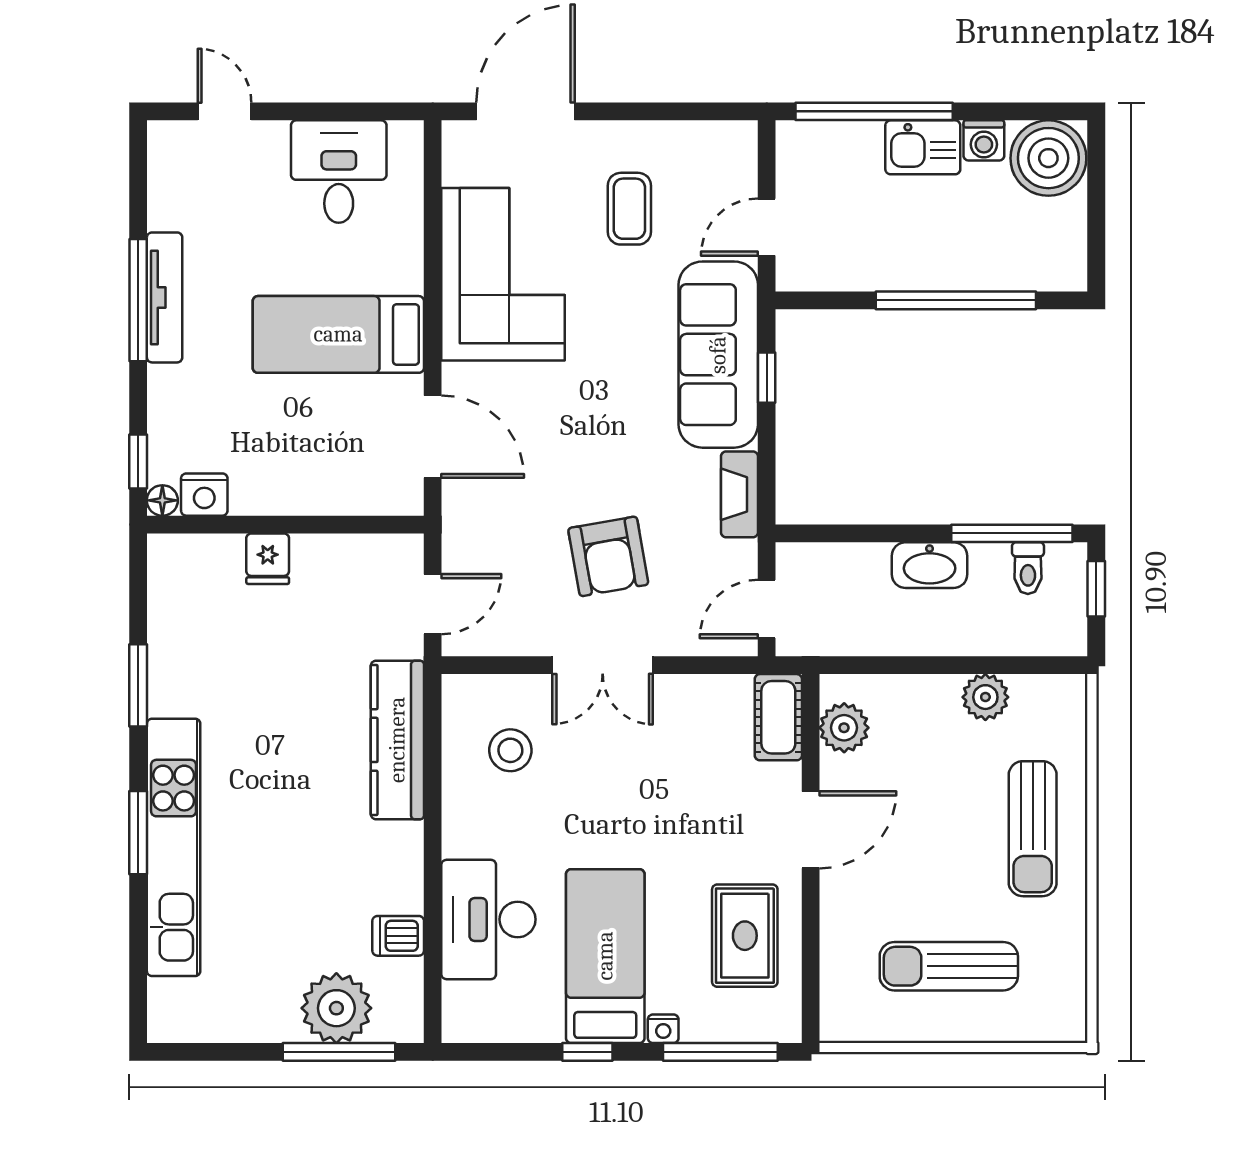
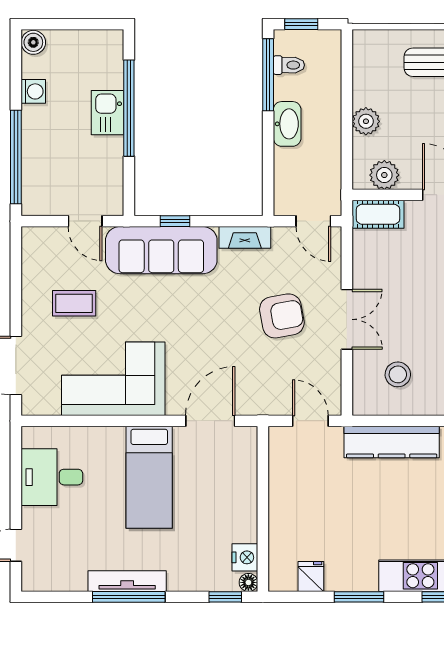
kitchen sink: (923, 147) -> (107, 113), moved, turned 180
boiler: (1048, 158) -> (33, 42), width x0.54, depth x0.54
fridge: (268, 559) -> (311, 576), moved, turned -90
plant: (985, 697) -> (366, 121), moved

